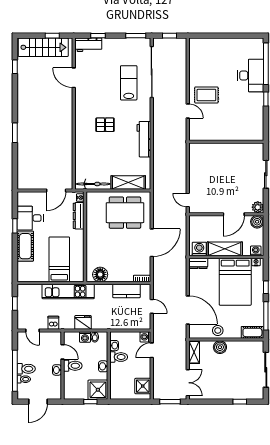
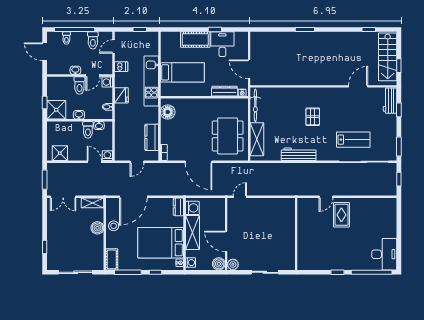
desk: (251, 75) -> (384, 254), moved, turned -90
washing machine: (85, 337) -> (107, 82), moved
toilet: (26, 369) -> (93, 40), moved

